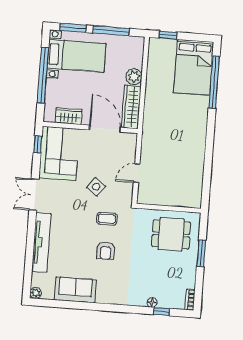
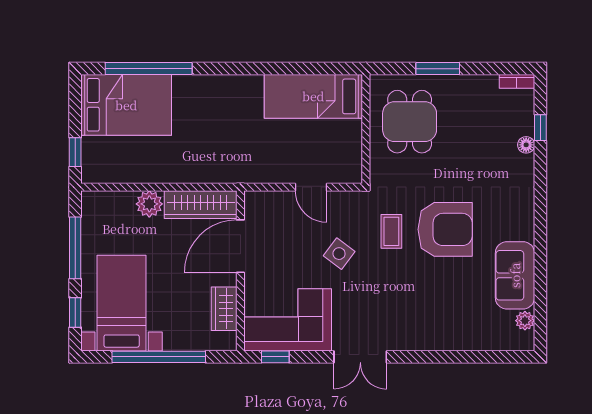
window: (73, 28) -> (75, 313), width x0.67
bed: (190, 179) -> (313, 96), added
tv unit: (41, 242) -> (440, 338), removed
armchair: (106, 251) -> (445, 229), width x1.88, depth x1.88
plant: (36, 293) -> (525, 321), moved

